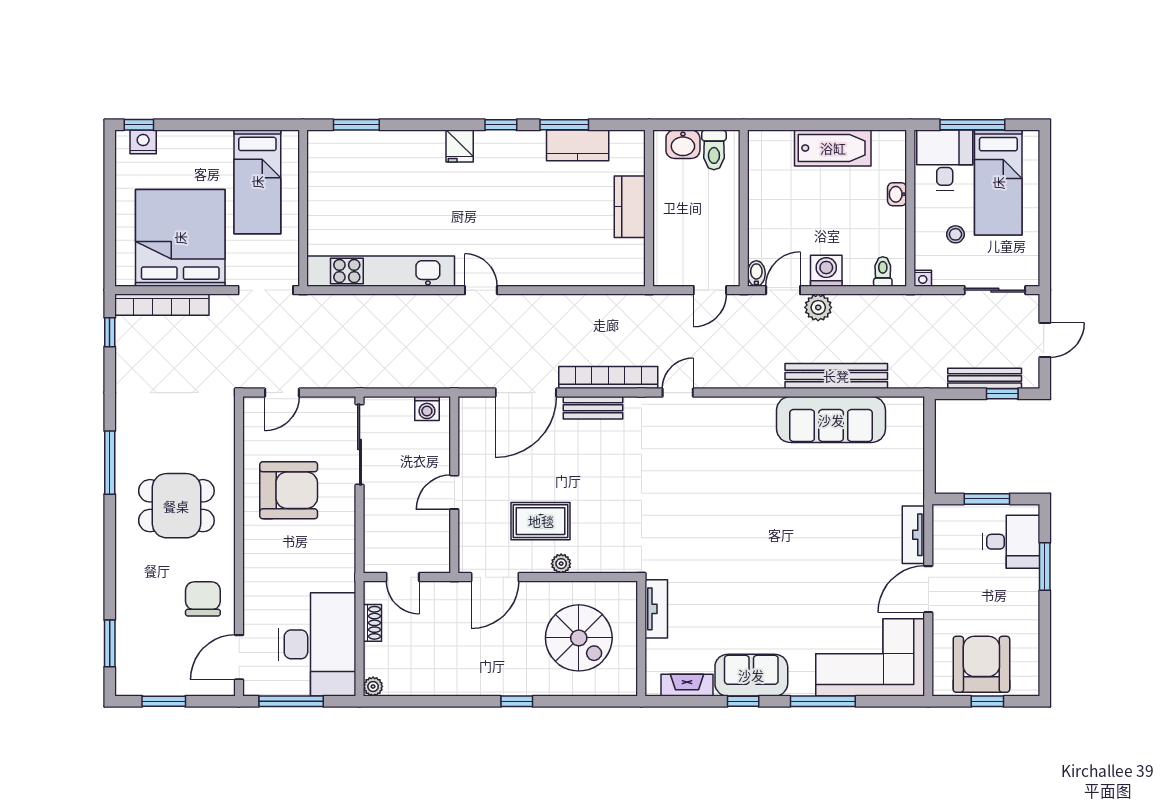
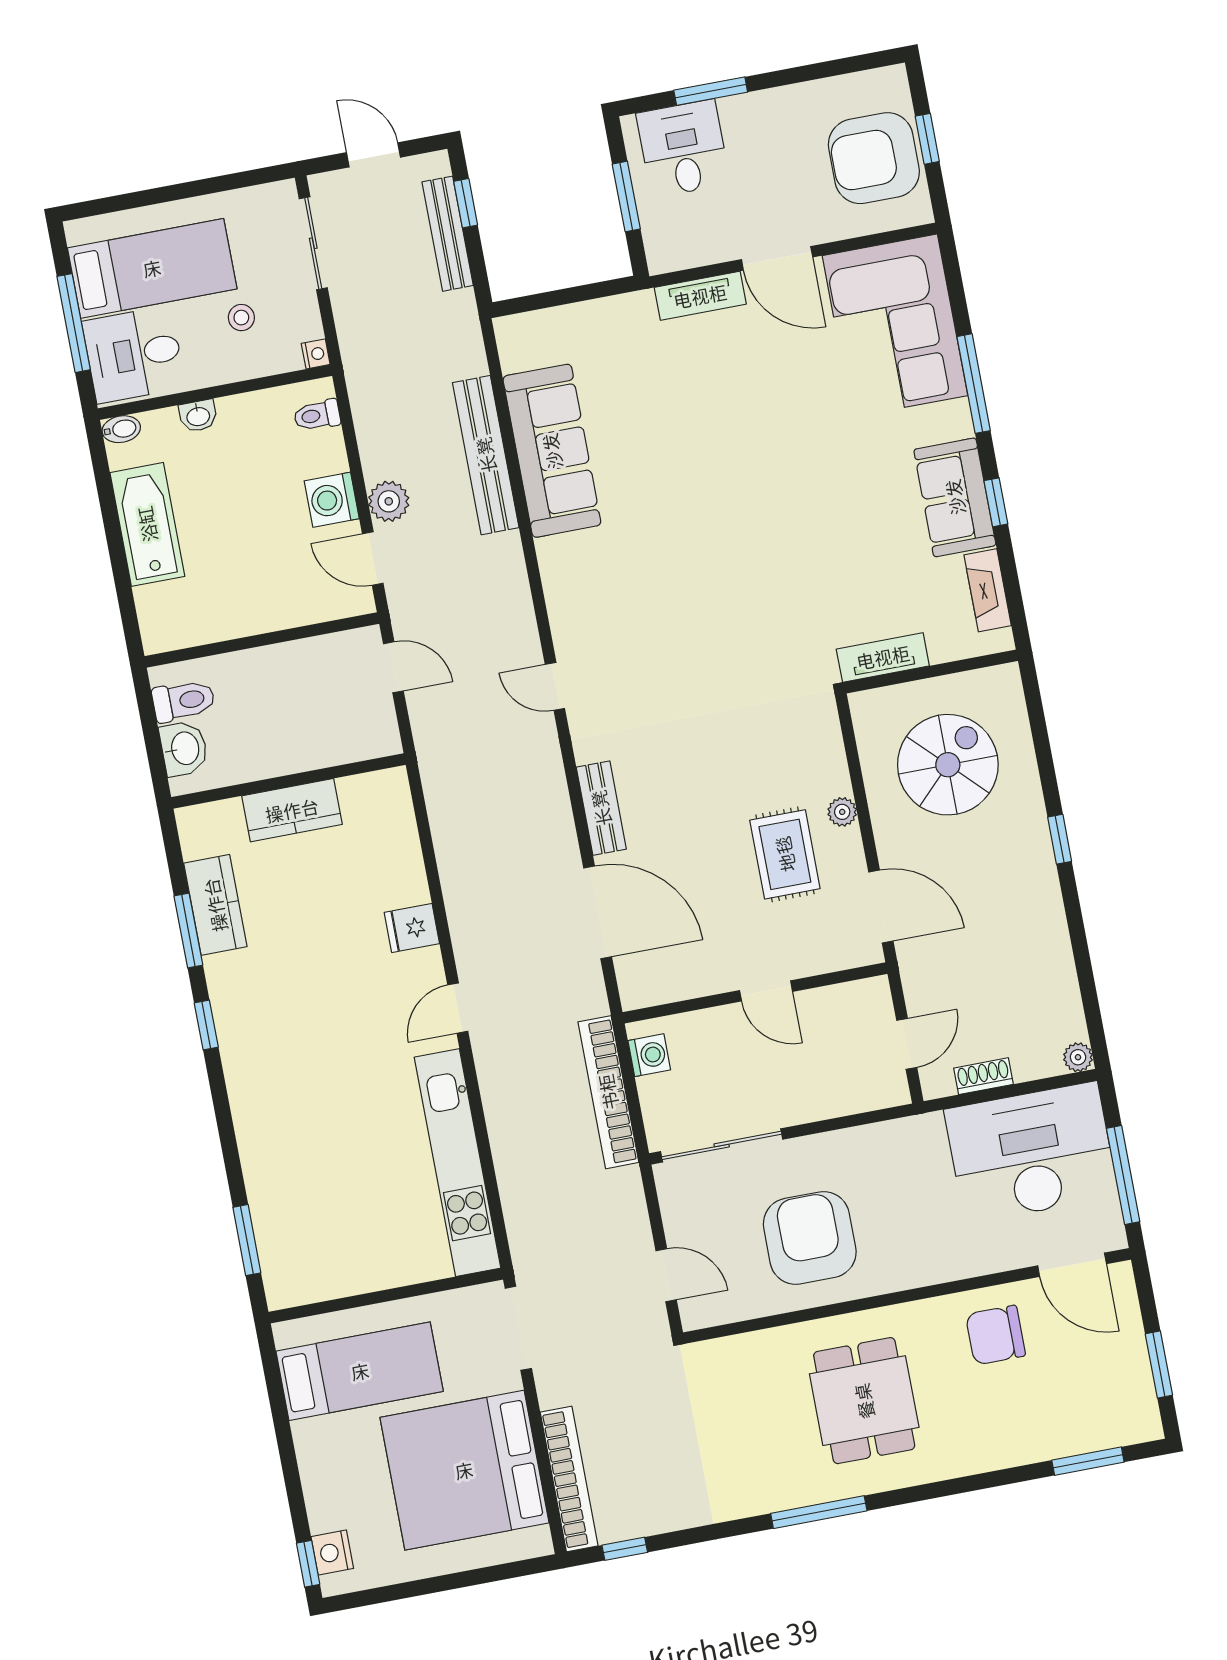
fridge: (460, 146) -> (412, 928), moved, turned 180
bidet: (756, 273) -> (121, 429), moved, turned 180
bookcase: (608, 378) -> (608, 1092), moved

